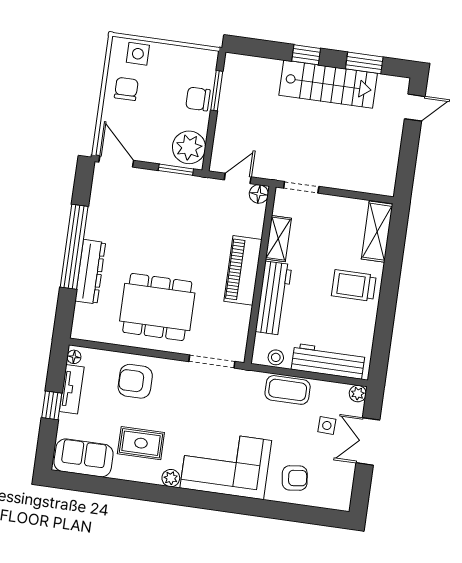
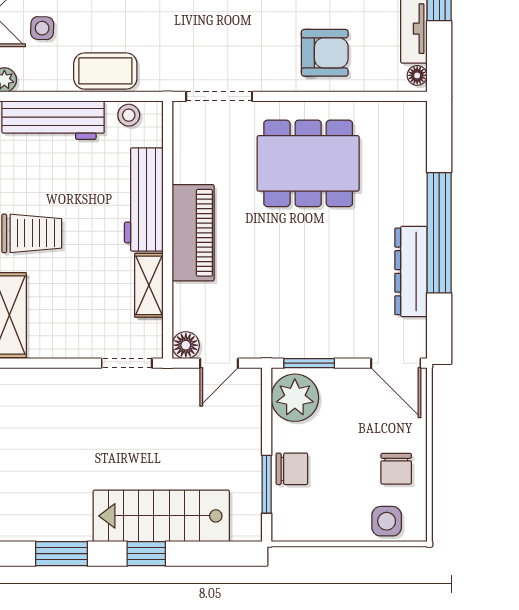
stairs: (328, 84) -> (161, 516), moved
dresser: (90, 272) -> (411, 271), moved

